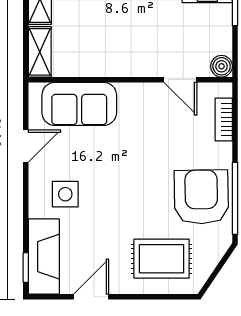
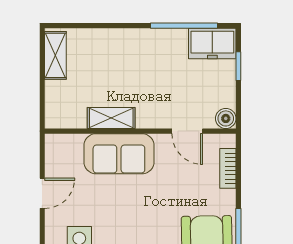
shelving: (40, 52) -> (111, 118), moved, turned 90
sofa: (79, 104) -> (119, 154), moved

